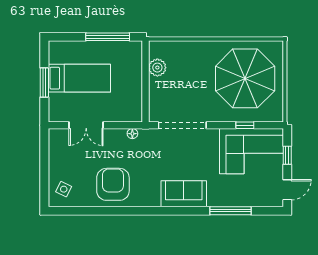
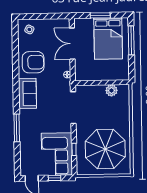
window: (108, 37) -> (131, 40), moved
bed: (79, 78) -> (108, 38), width x1.50
double door: (86, 125) -> (72, 44), width x1.37
sofa: (184, 194) -> (27, 93), moved
window: (230, 211) -> (17, 128), moved

